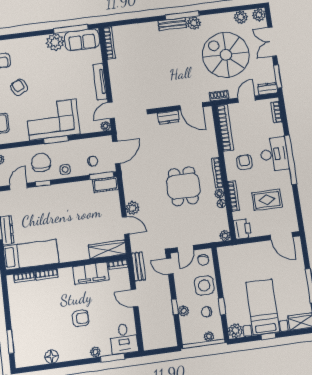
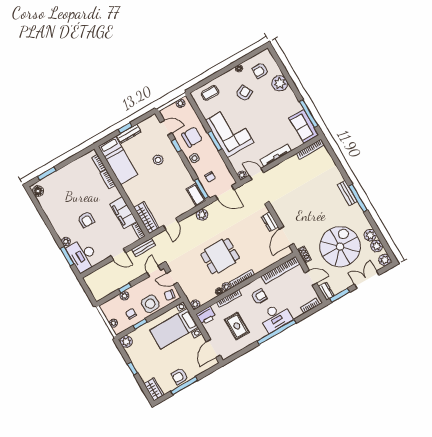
plant: (194, 23) -> (370, 235), moved
plant: (55, 42) -> (280, 83), moved
plant: (133, 208) -> (202, 215), moved
stool: (50, 210) -> (158, 160), added
armchair: (298, 287) -> (180, 376), added
door: (135, 298) -> (118, 254), swing flipped
bed with nightstands: (263, 307) -> (174, 329), moved, turned 180
desk: (124, 339) -> (83, 255), width x1.37
floor lamp: (52, 357) -> (38, 191), moved

